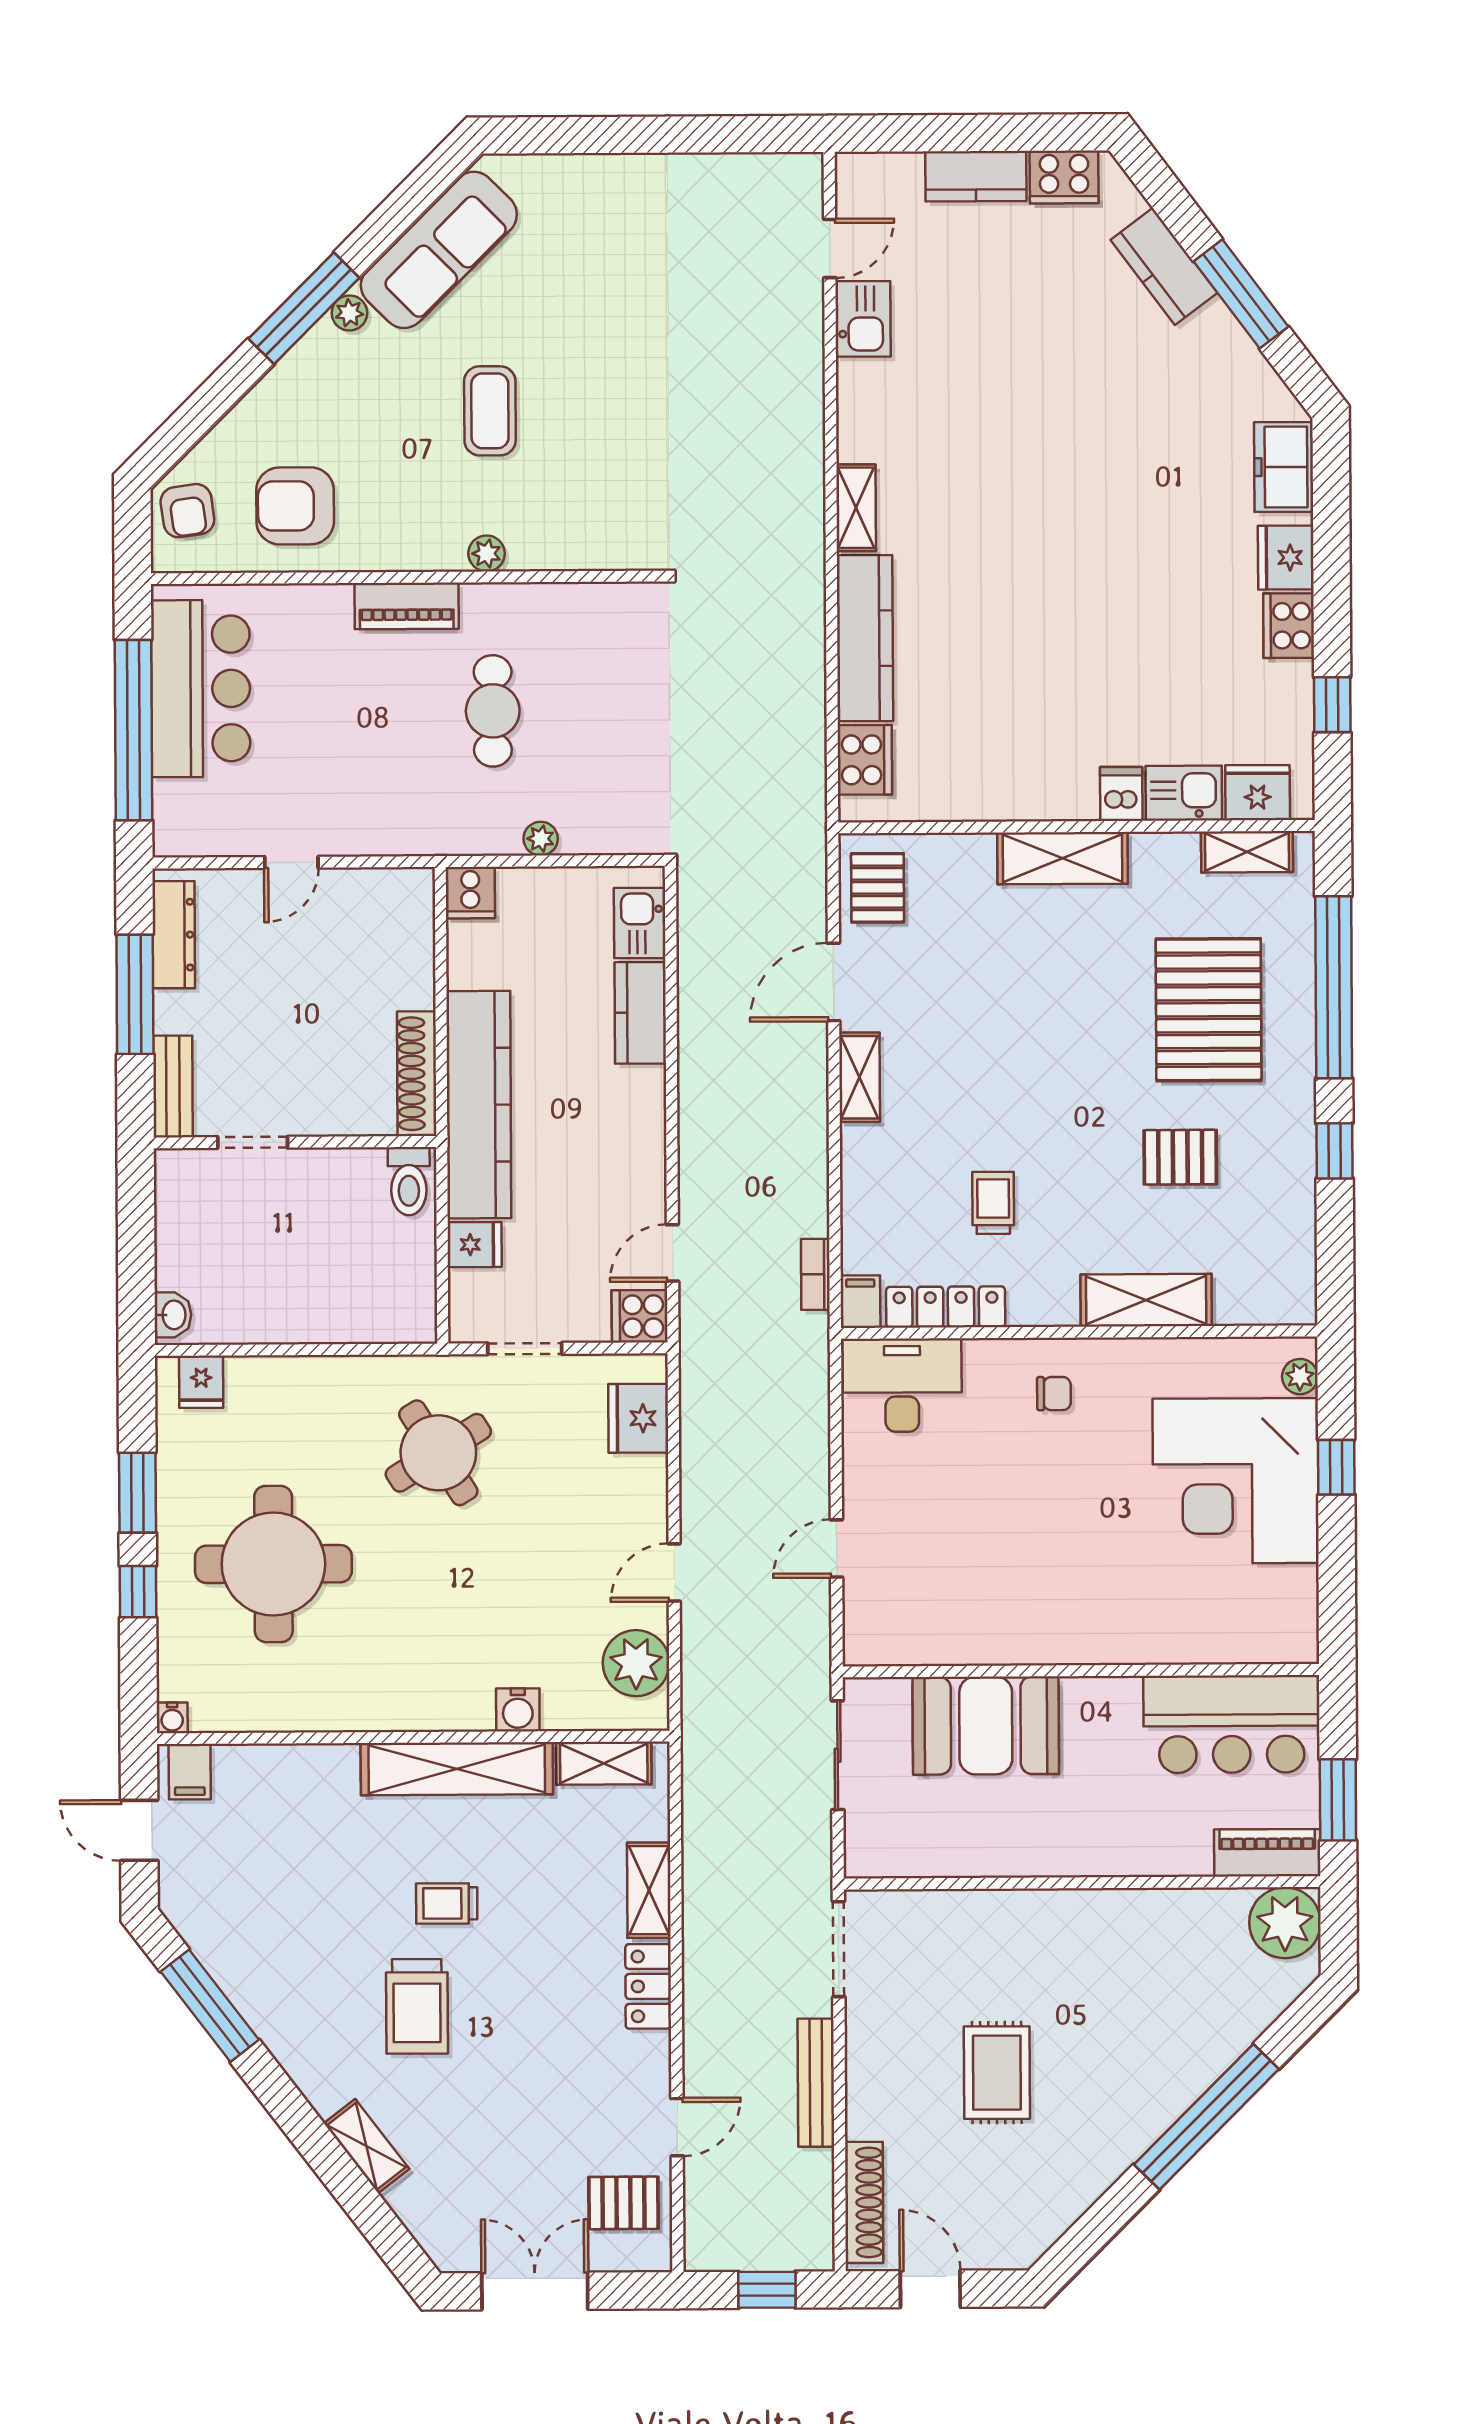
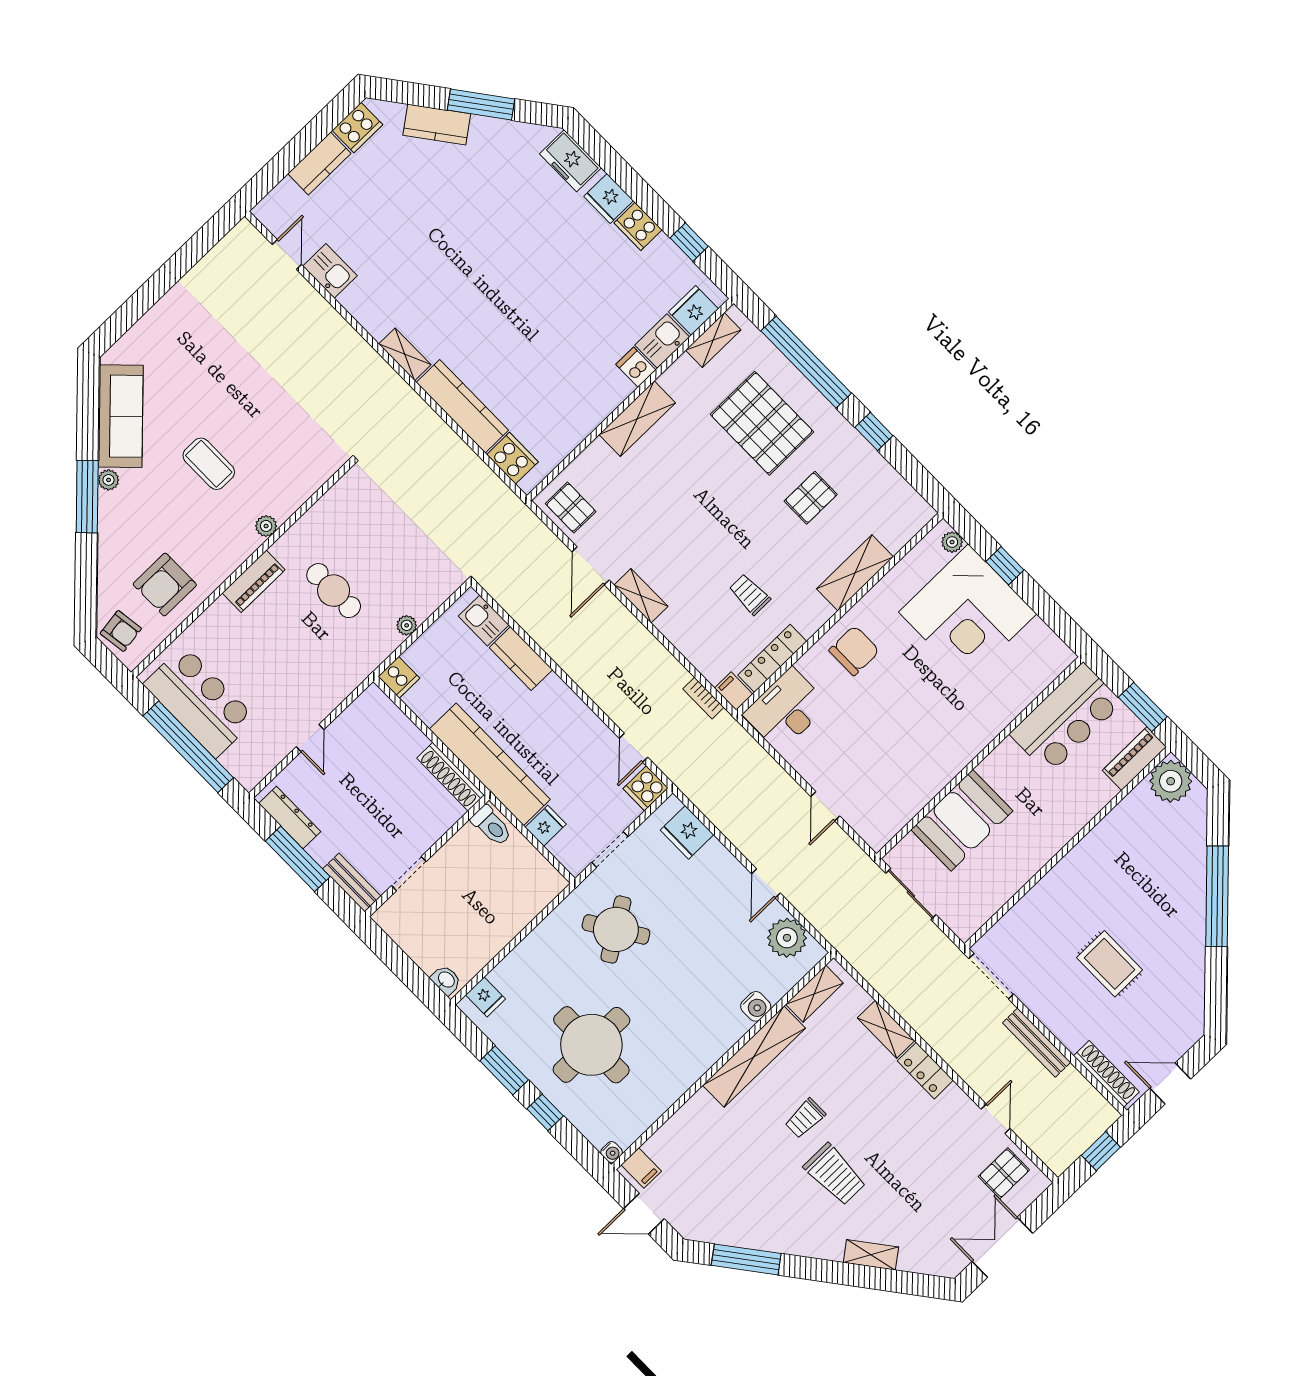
chair: (1054, 1394) -> (854, 651), width x1.87, depth x1.87

